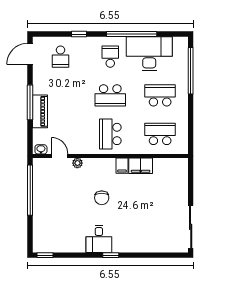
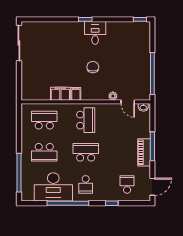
piano: (40, 111) -> (144, 152), moved
school desk: (160, 134) -> (44, 120), turned 180

